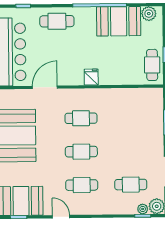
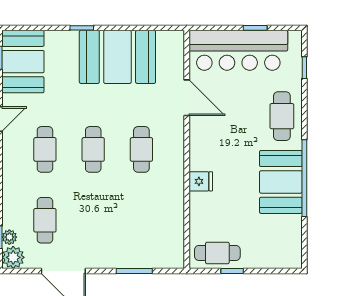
plant: (149, 14) -> (292, 249), removed
booth: (119, 21) -> (281, 182), moved
fridge: (91, 77) -> (201, 181), moved

